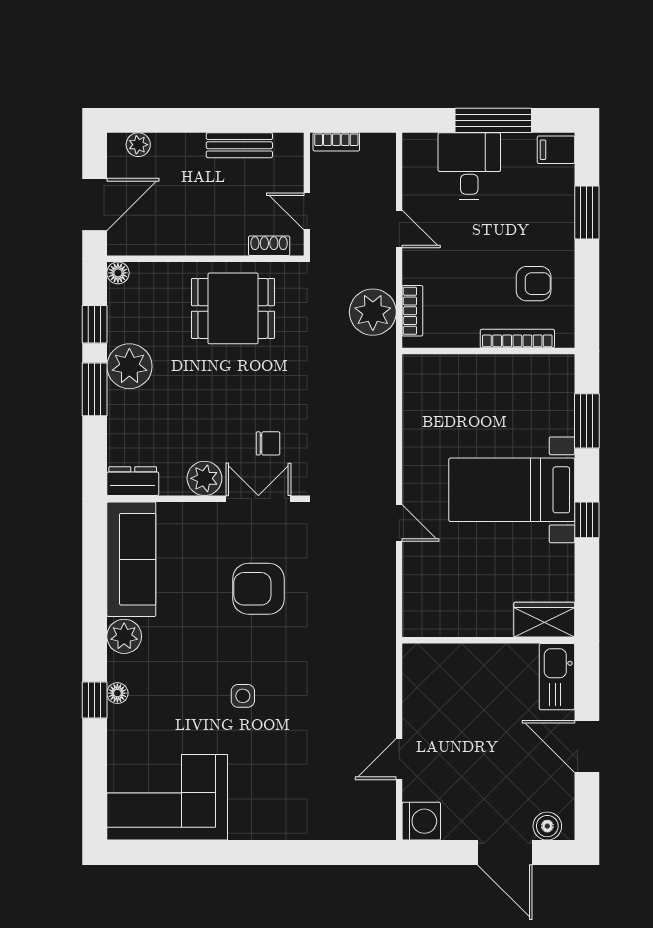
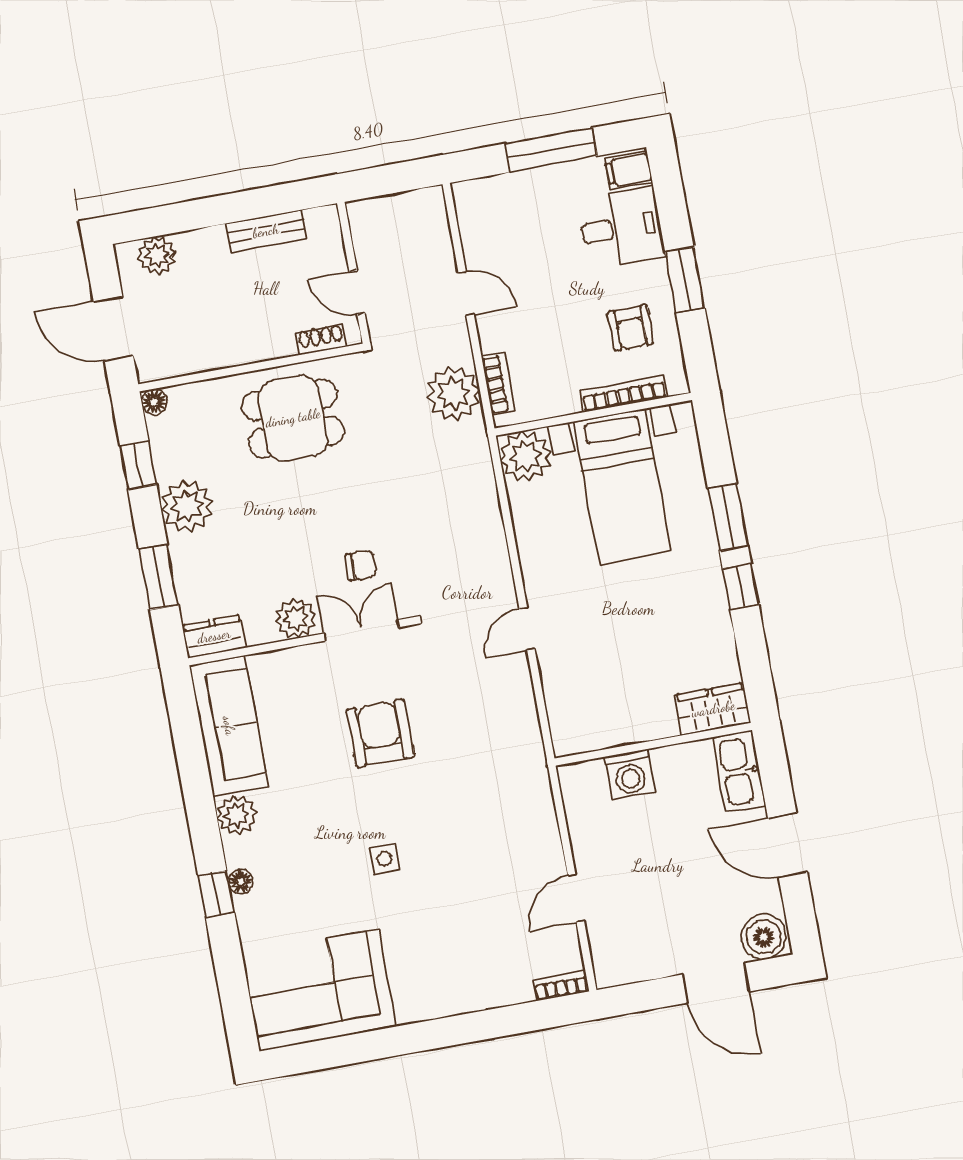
bookcase: (336, 142) -> (561, 986), moved, turned 180
plant: (138, 145) -> (157, 255), width x1.38, depth x1.38
desk: (469, 166) -> (621, 228), moved, turned 90
door: (95, 204) -> (113, 329), swing flipped
window: (587, 213) -> (685, 280), moved
armchair: (534, 284) -> (631, 328), turned 90
plant: (424, 376) -> (525, 456), added
window: (95, 389) -> (159, 577), moved
window: (587, 421) -> (728, 517), moved
bed with nightstands: (512, 490) -> (622, 486), moved, turned -90
door: (399, 523) -> (527, 629), swing flipped
armchair: (259, 589) -> (380, 733), turned 90
washing machine: (421, 821) -> (630, 775), moved, turned 90
boiler: (547, 826) -> (764, 937), width x1.36, depth x1.36

